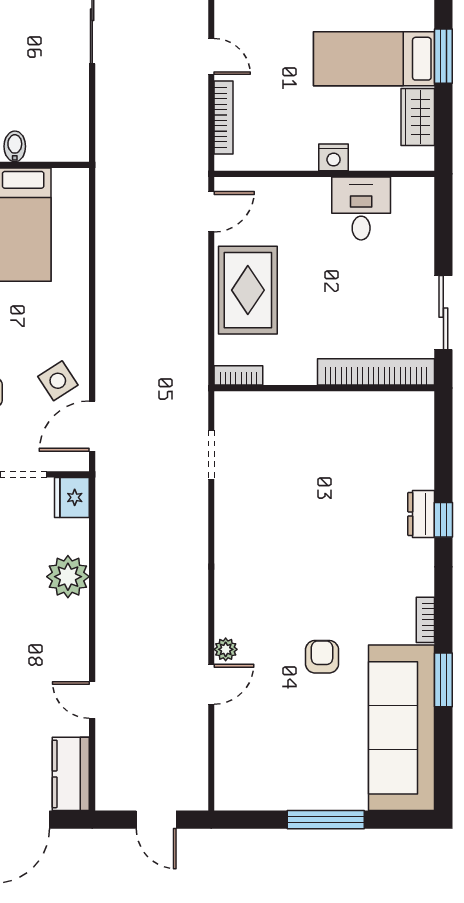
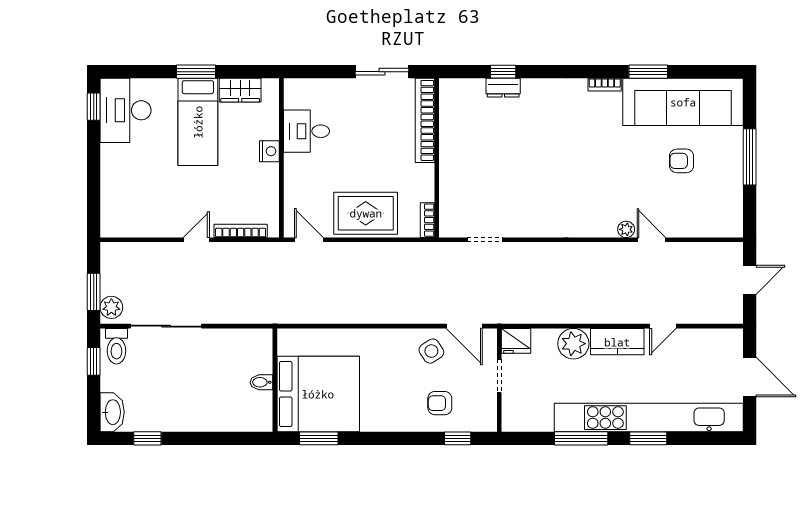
dresser: (421, 514) -> (503, 88), moved
window: (443, 520) -> (503, 72), moved
armchair: (322, 657) -> (682, 161), moved
kitchen counter: (71, 774) -> (617, 342), moved

